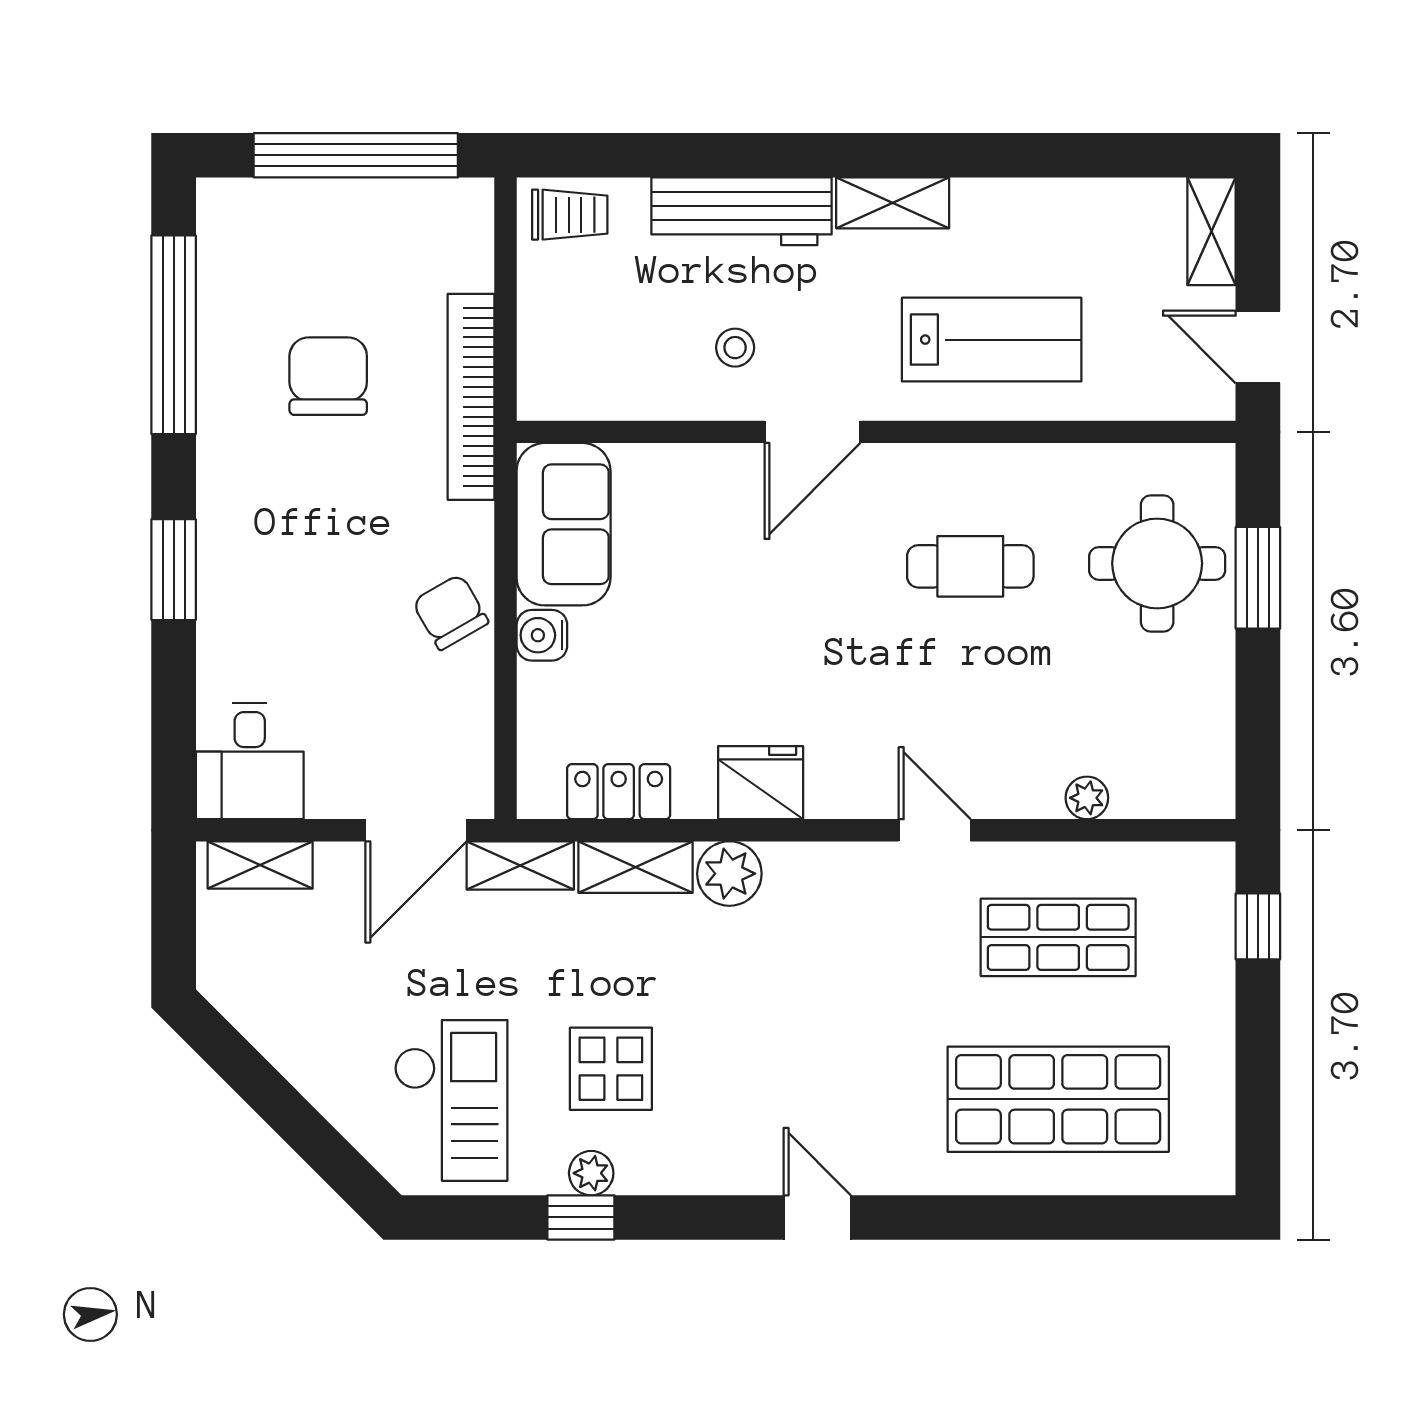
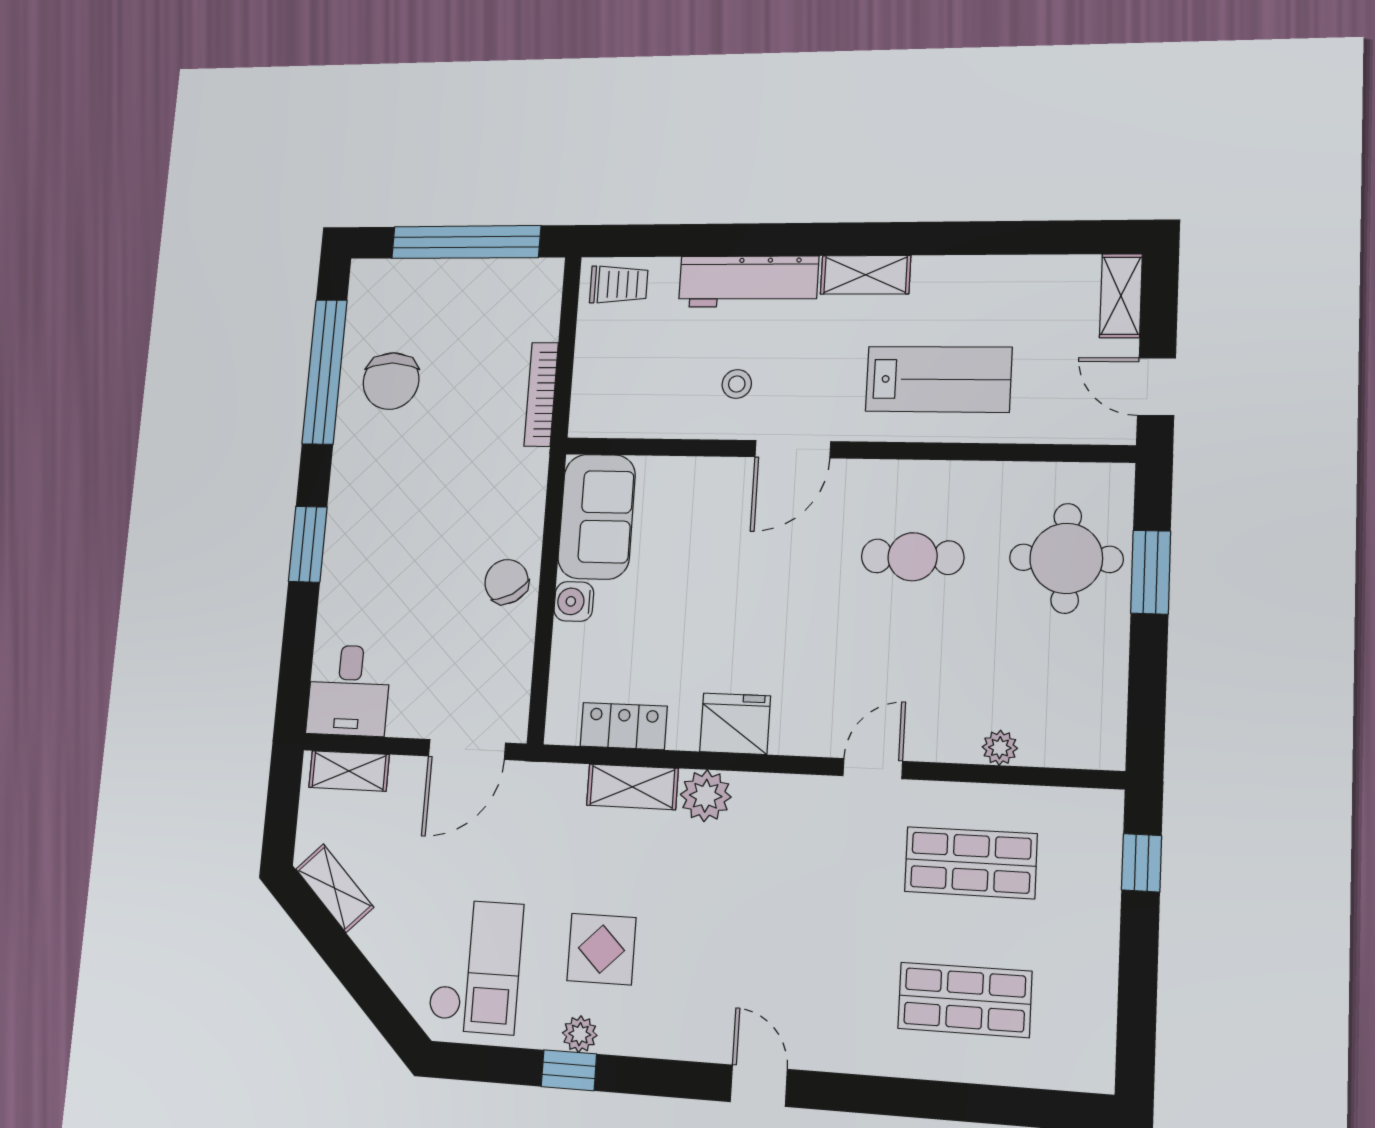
chair: (328, 376) -> (391, 381), moved, turned 180
bookcase: (471, 397) -> (541, 394), width x0.68, depth x0.76
door: (935, 830) -> (873, 769), hinge flipped
shelving: (520, 865) -> (335, 888), moved, turned 45
shop shelf: (1058, 1099) -> (965, 1000), width x0.70, depth x0.74

